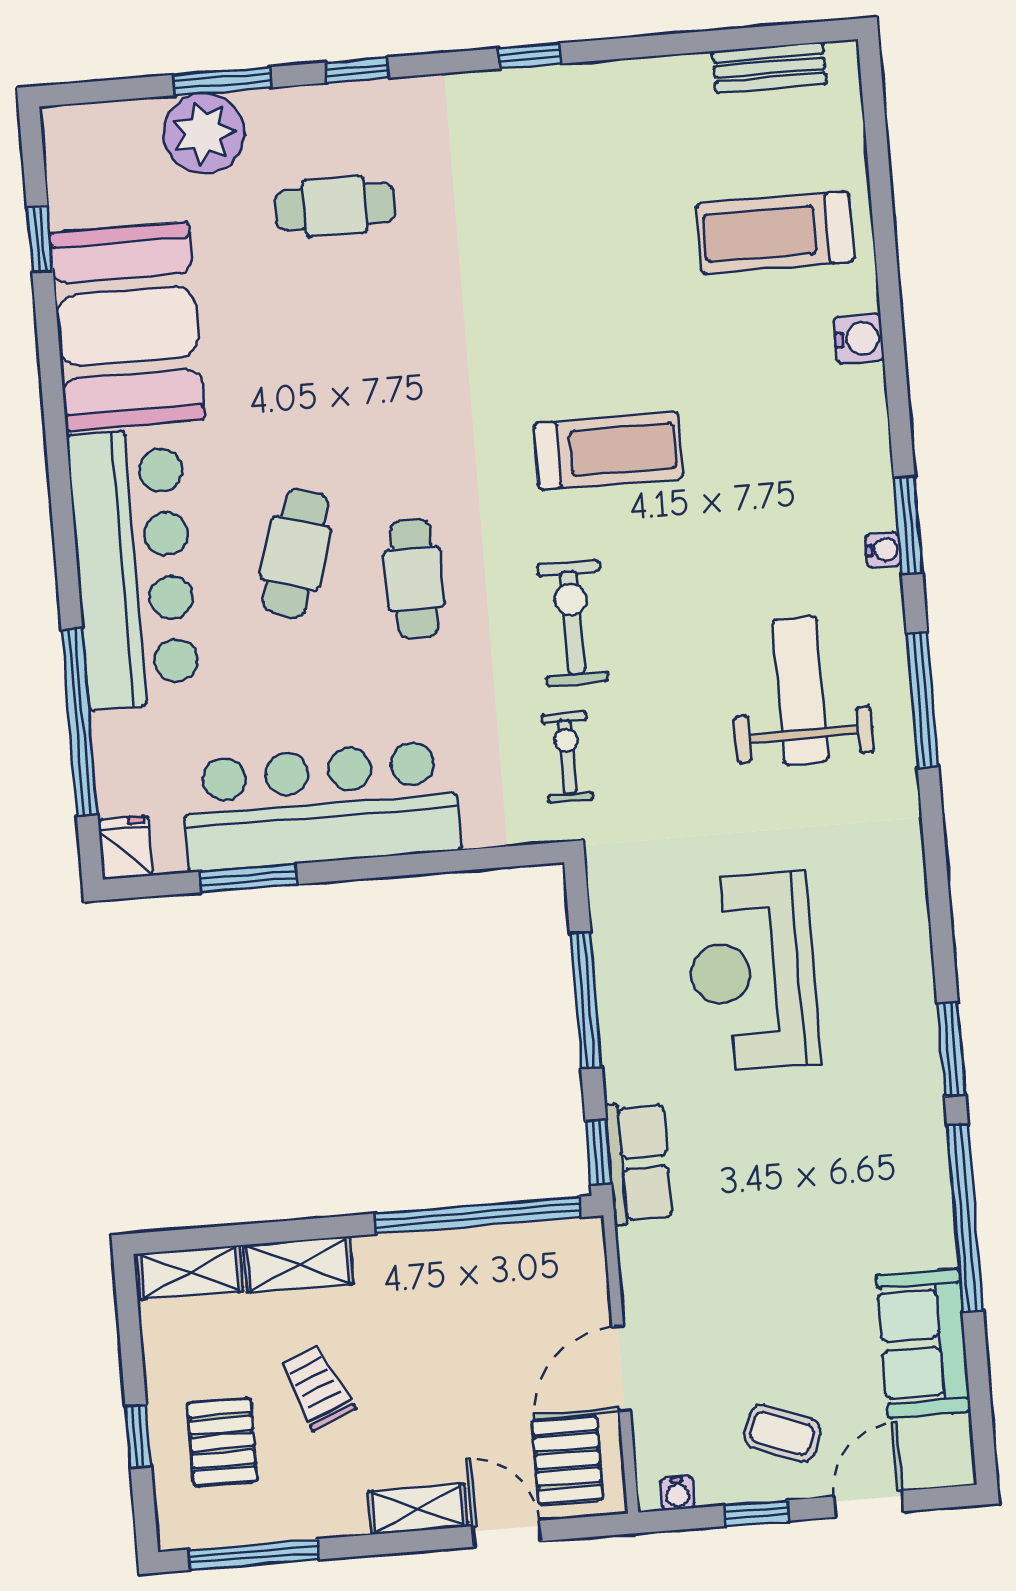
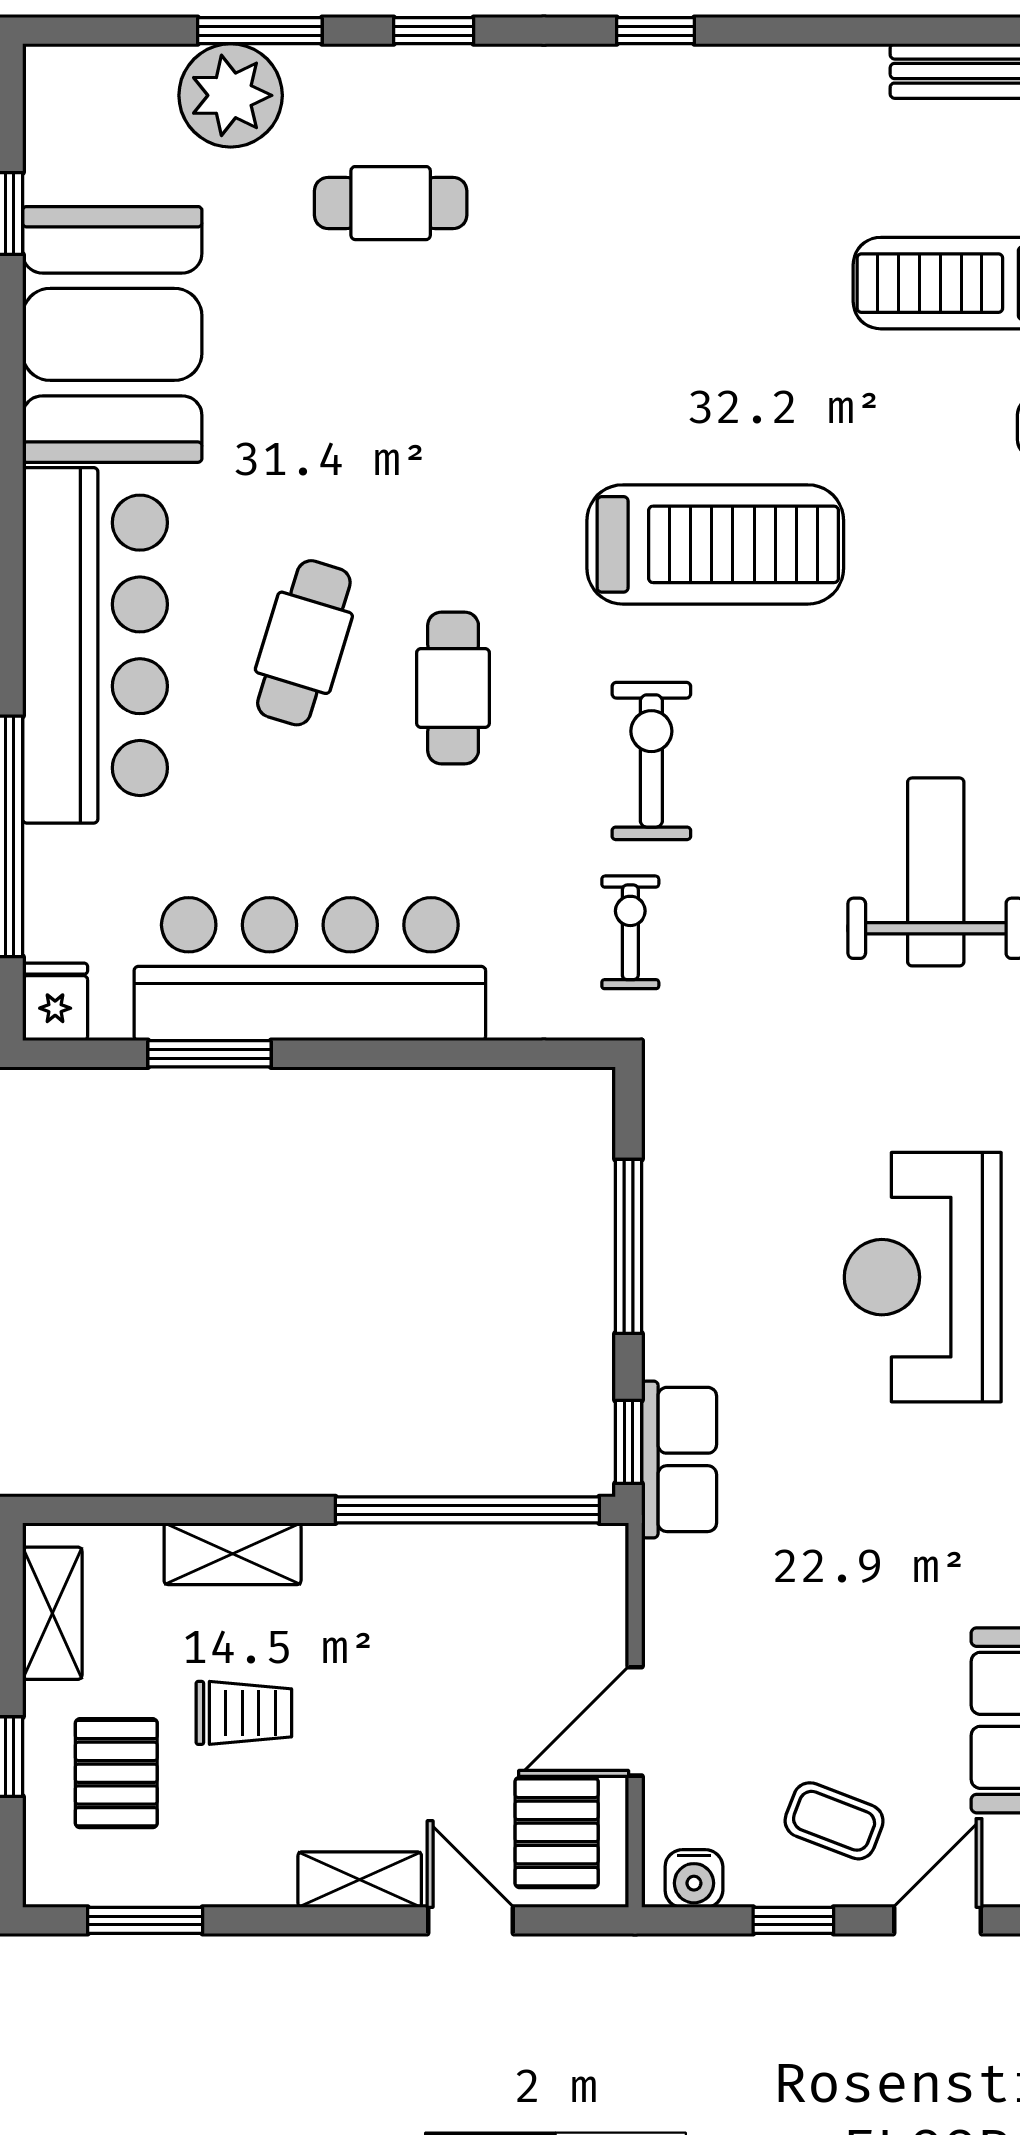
treadmill: (608, 451) -> (715, 544), width x1.37, depth x1.38
reception desk: (752, 971) -> (923, 1277), moved
shelving: (190, 1273) -> (52, 1613), moved, turned 90
trolley: (317, 1387) -> (244, 1713), turned 113
water cooler: (677, 1493) -> (694, 1879), width x1.38, depth x1.38
window: (254, 1554) -> (145, 1920), width x0.69

